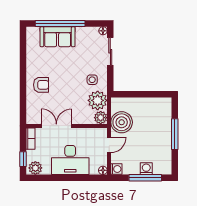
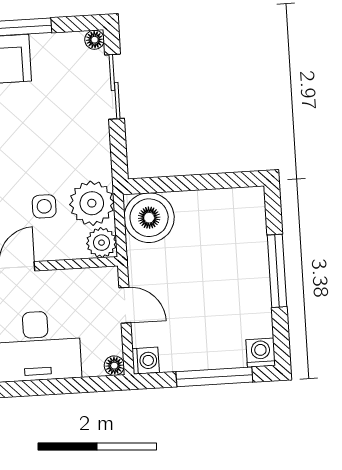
side table: (92, 80) -> (44, 206), moved
boiler: (122, 122) -> (149, 218), moved
door: (109, 145) -> (125, 305), hinge flipped
washing machine: (146, 169) -> (261, 353), moved

